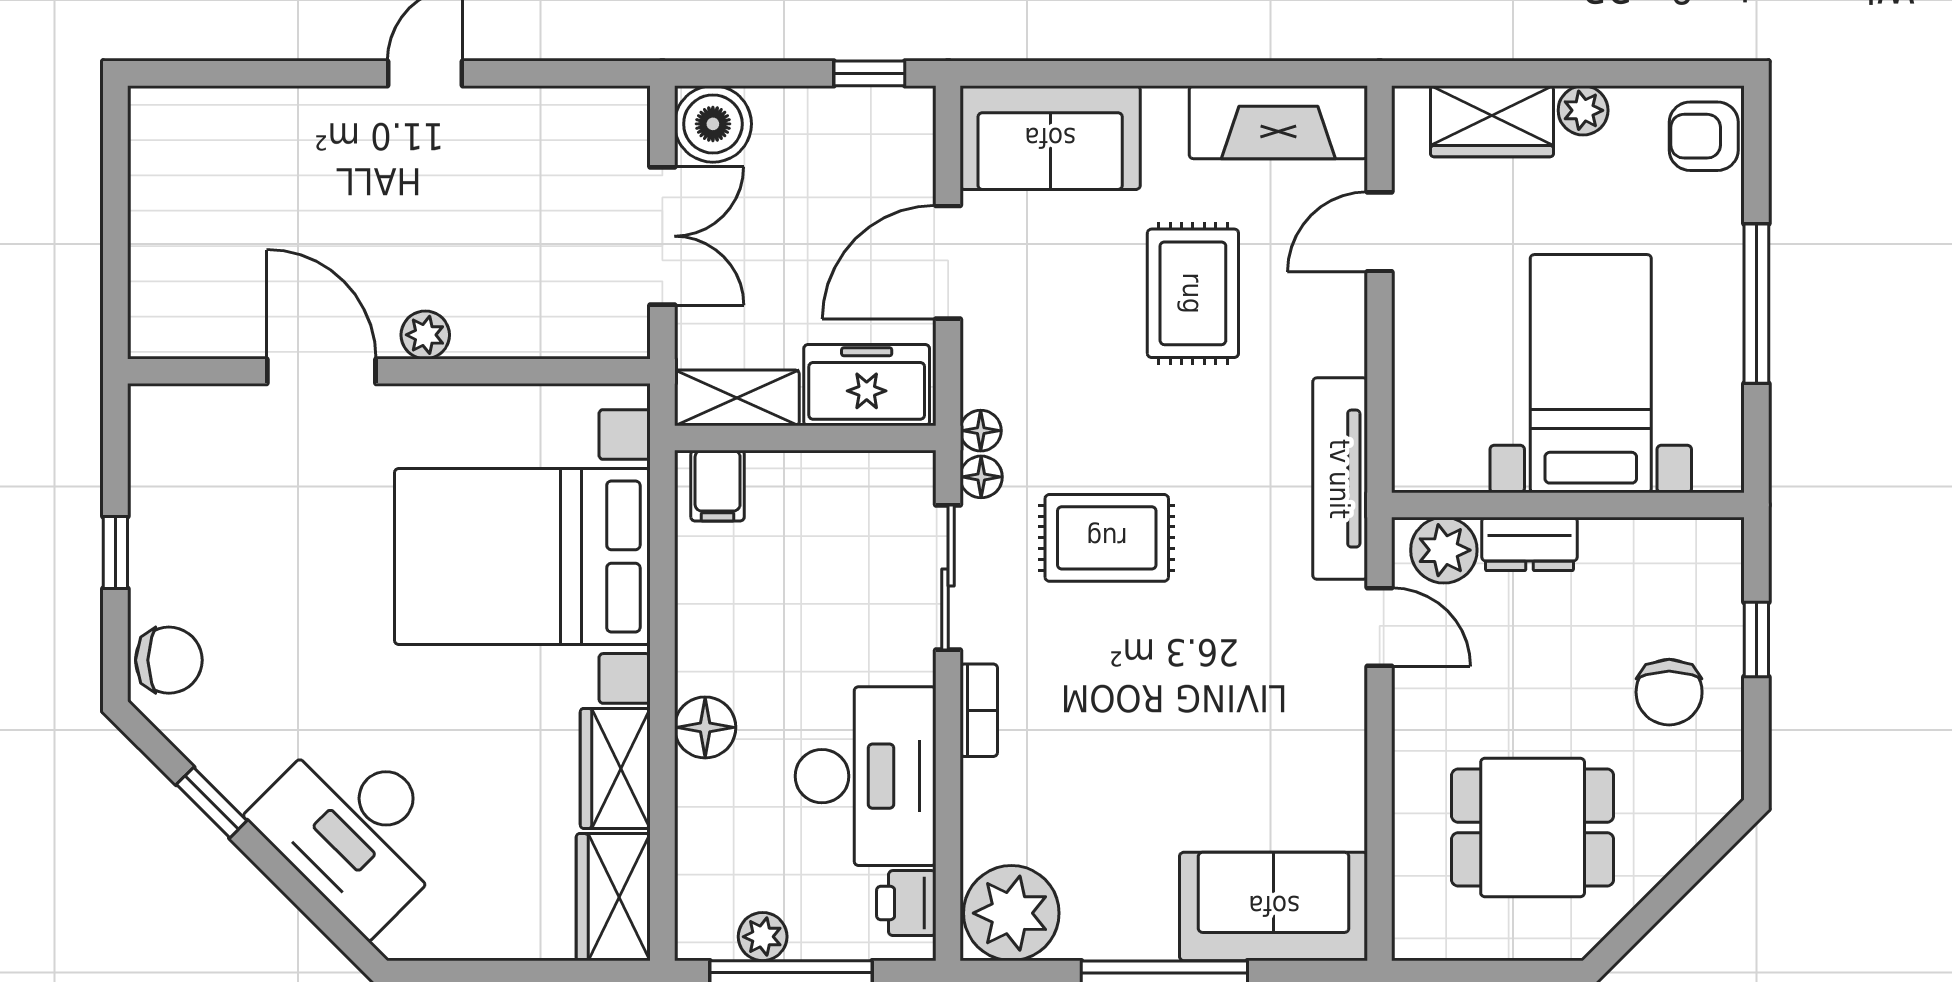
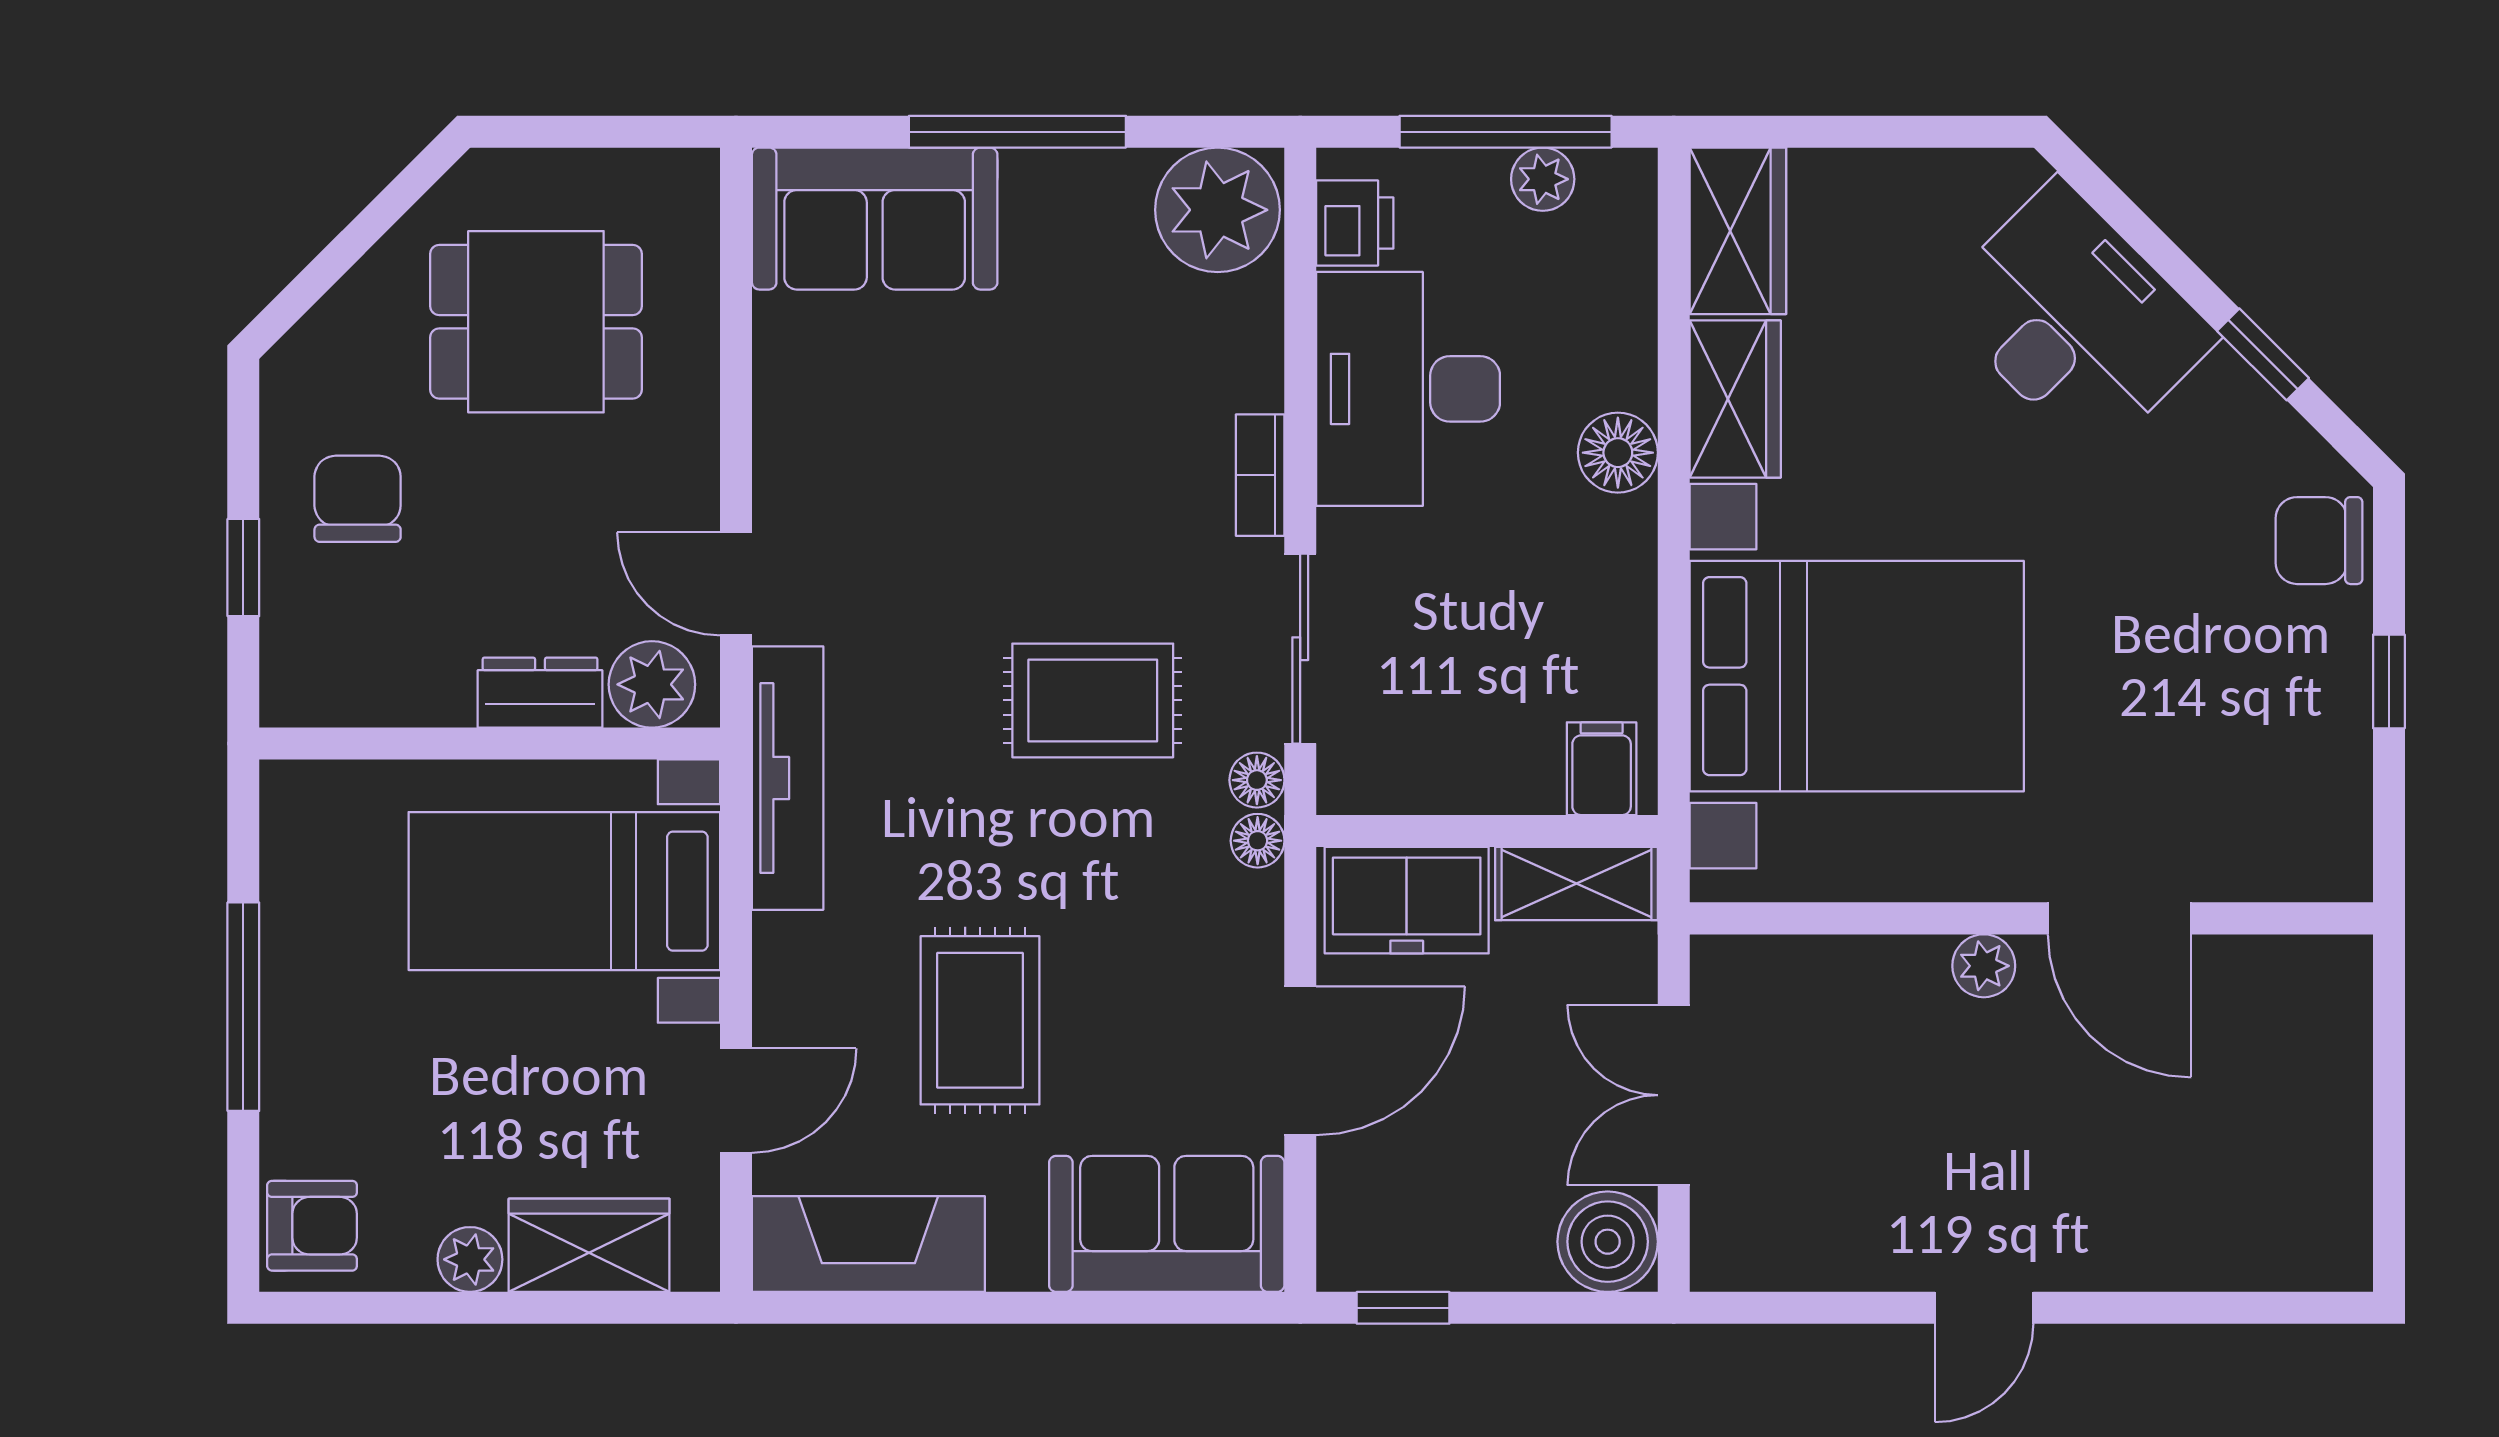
bed with nightstands: (1591, 374) -> (564, 891), moved, turned 90

